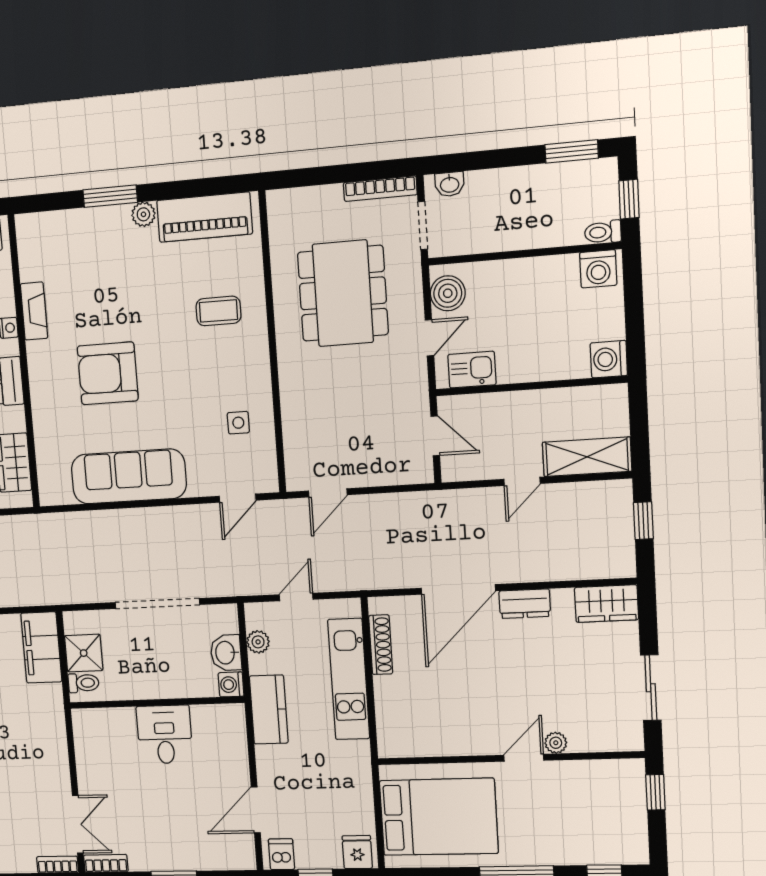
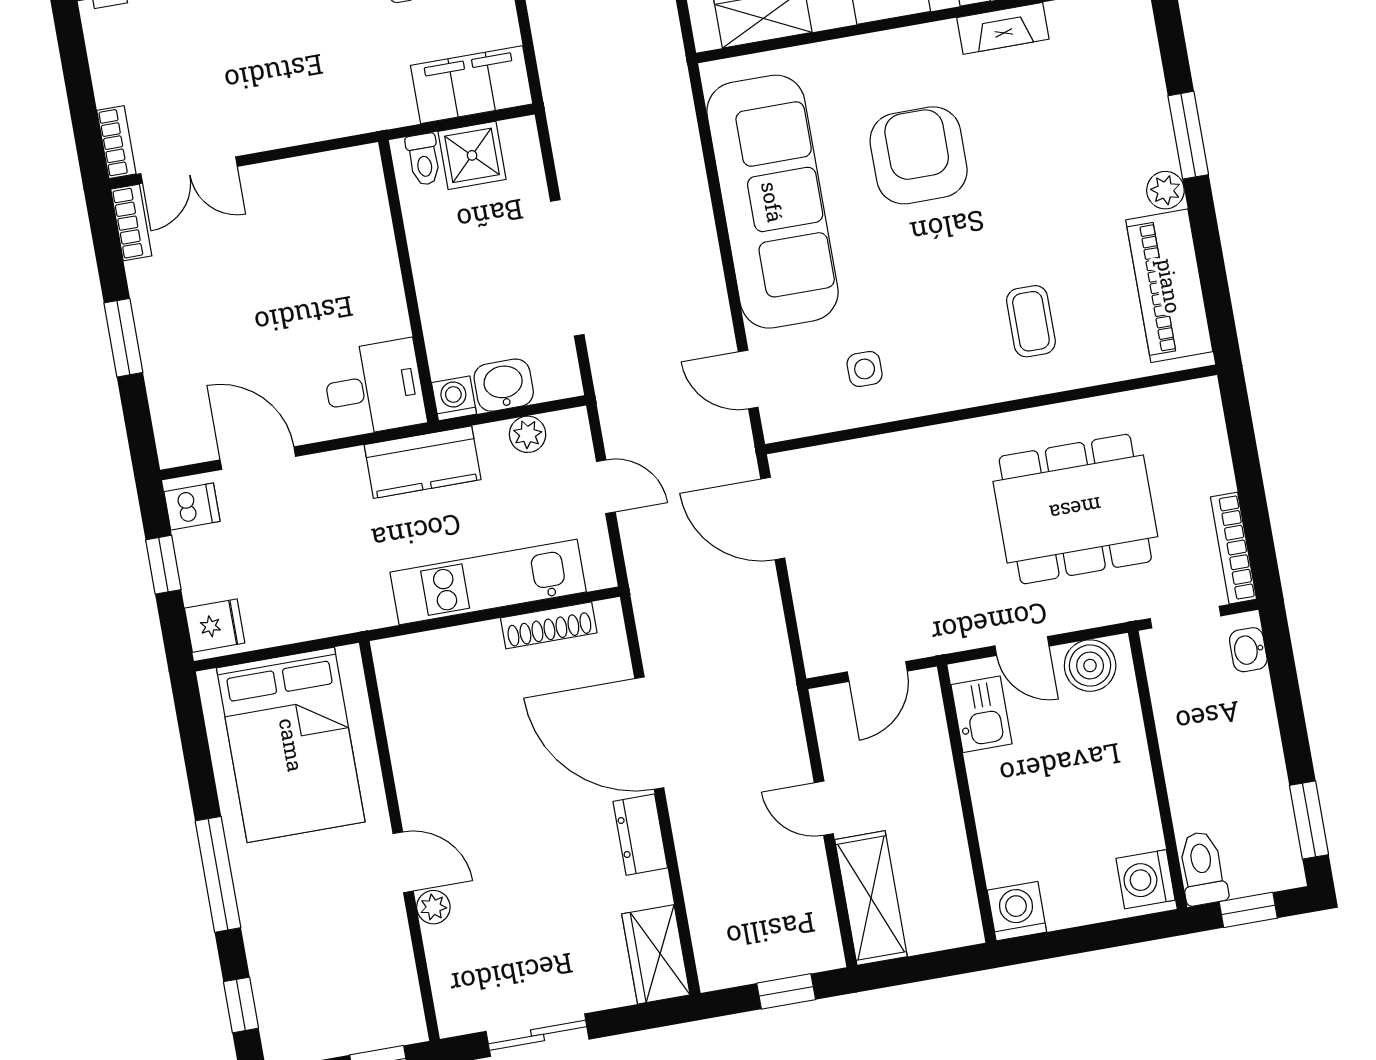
toilet: (603, 232) -> (1202, 868), width x1.37, depth x1.39
sofa: (129, 476) -> (772, 202), width x1.36, depth x1.27
door: (328, 493) -> (773, 518), width x1.38
desk: (165, 734) -> (374, 388), moved

